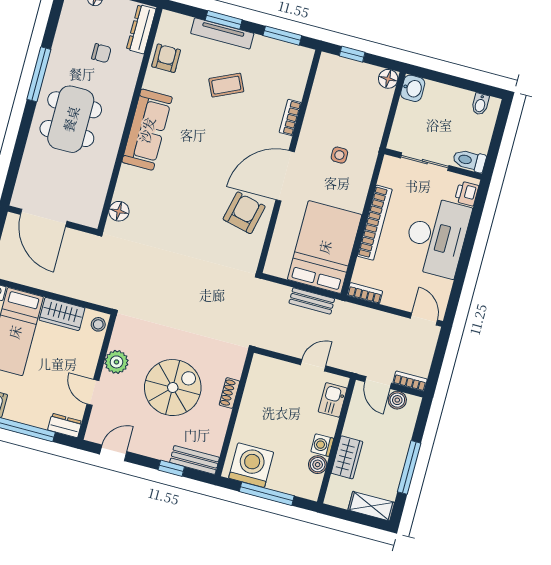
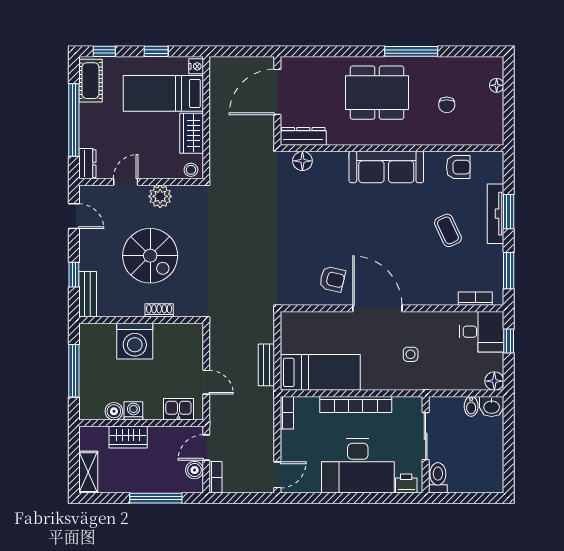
dresser: (141, 29) -> (303, 136), moved
desk: (336, 78) -> (482, 332), added
bidet: (480, 104) -> (471, 406), moved, turned -90
bookcase: (290, 118) -> (475, 299), moved
armchair: (244, 213) -> (332, 279), width x0.72, depth x0.72
bed: (325, 247) -> (320, 372), width x0.67
washing machine: (251, 465) -> (135, 341), moved, turned 90
window: (409, 467) -> (156, 498), moved

